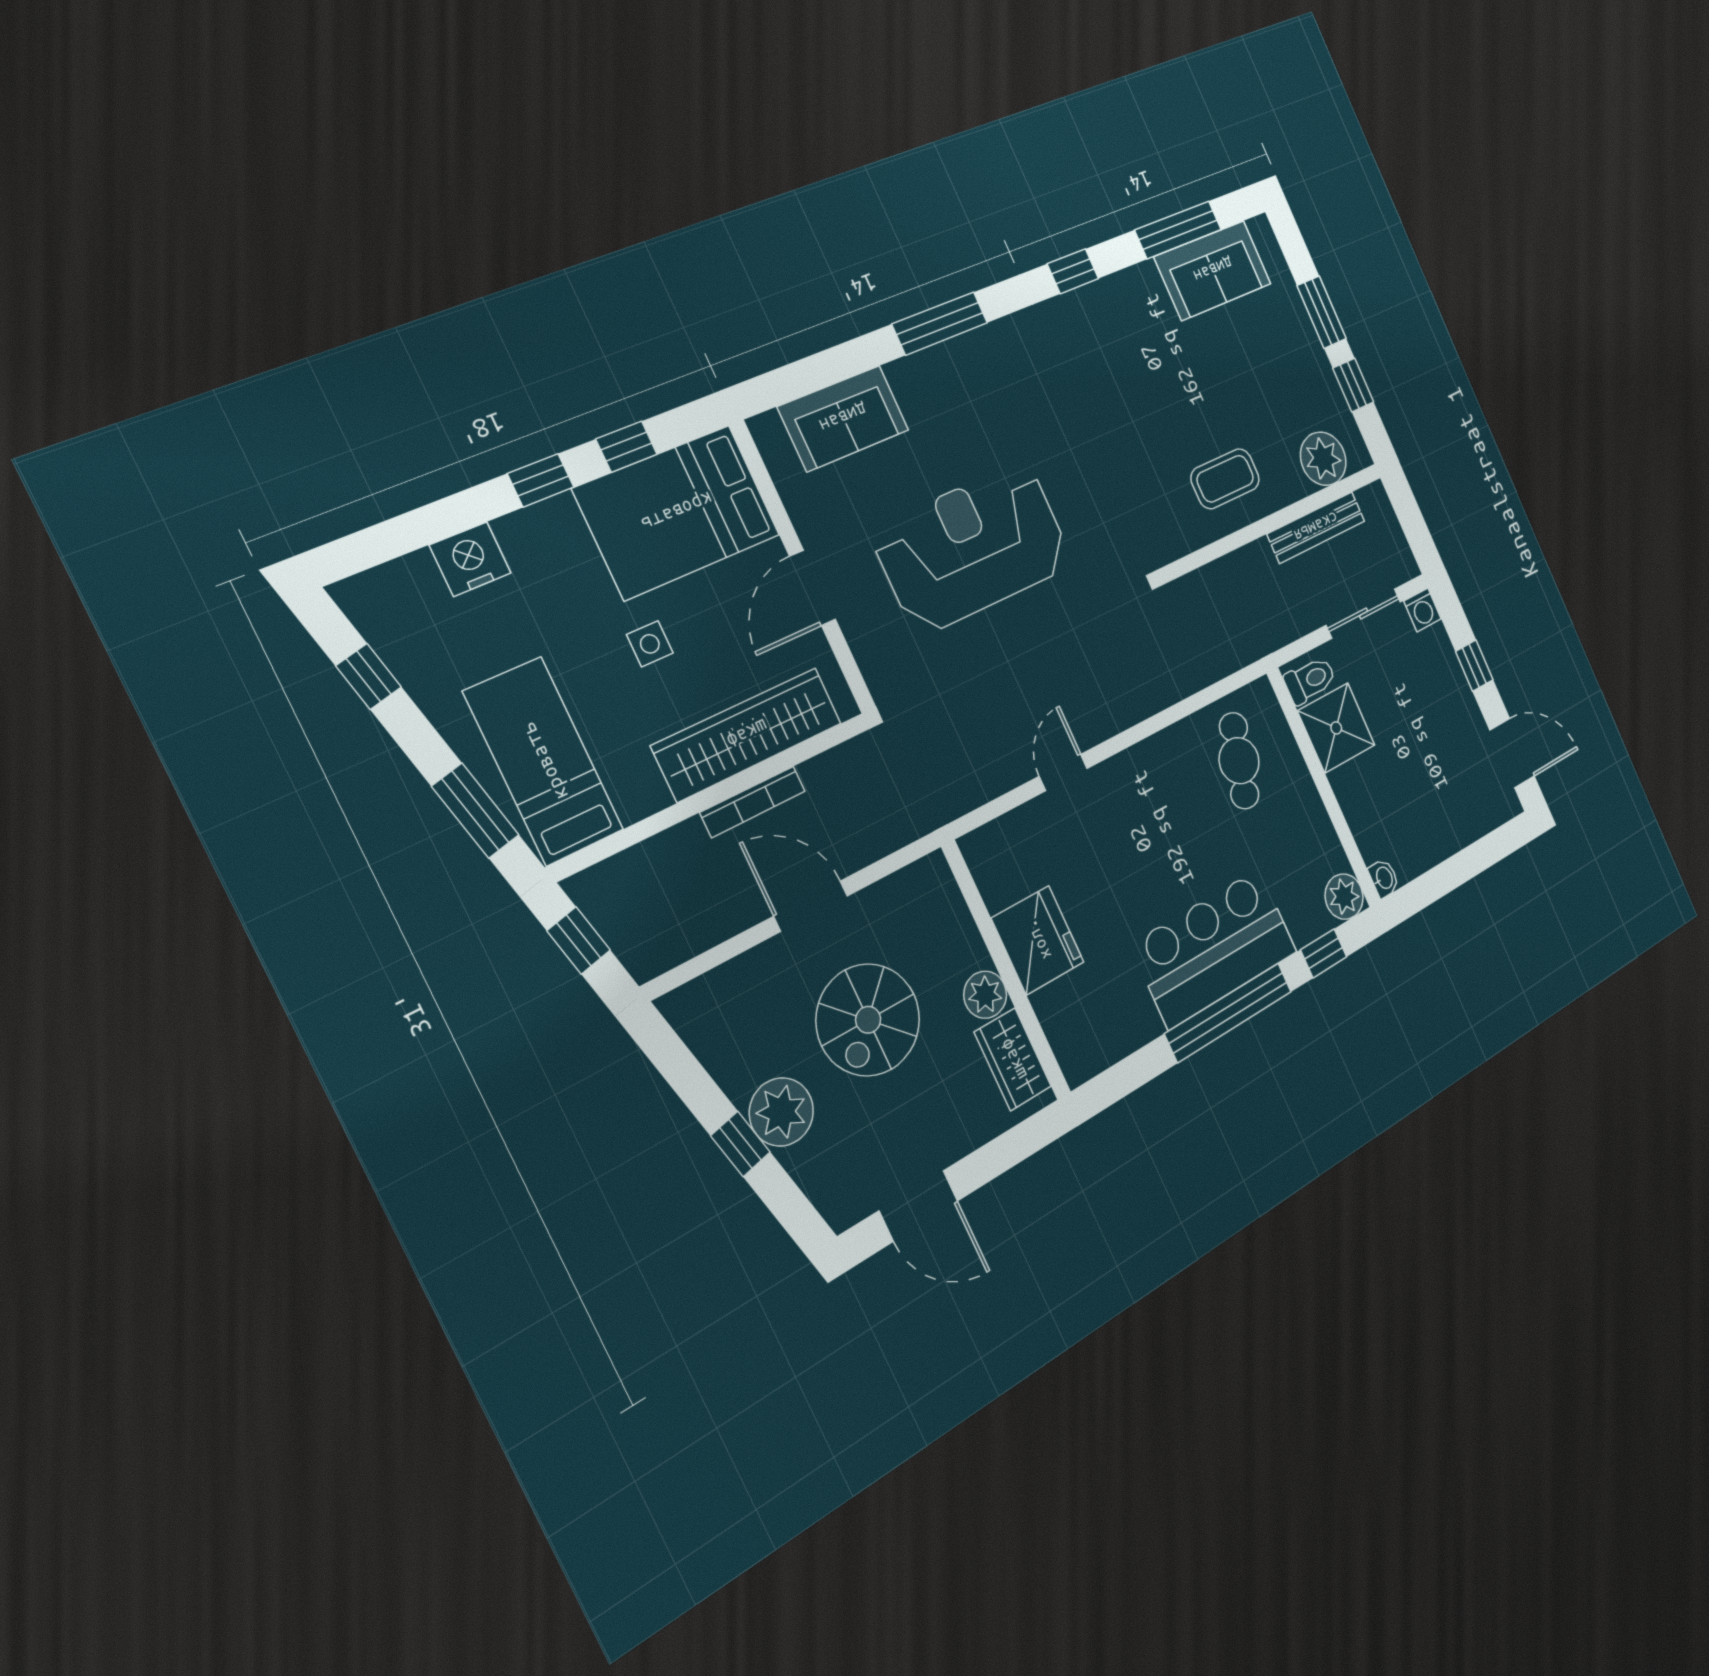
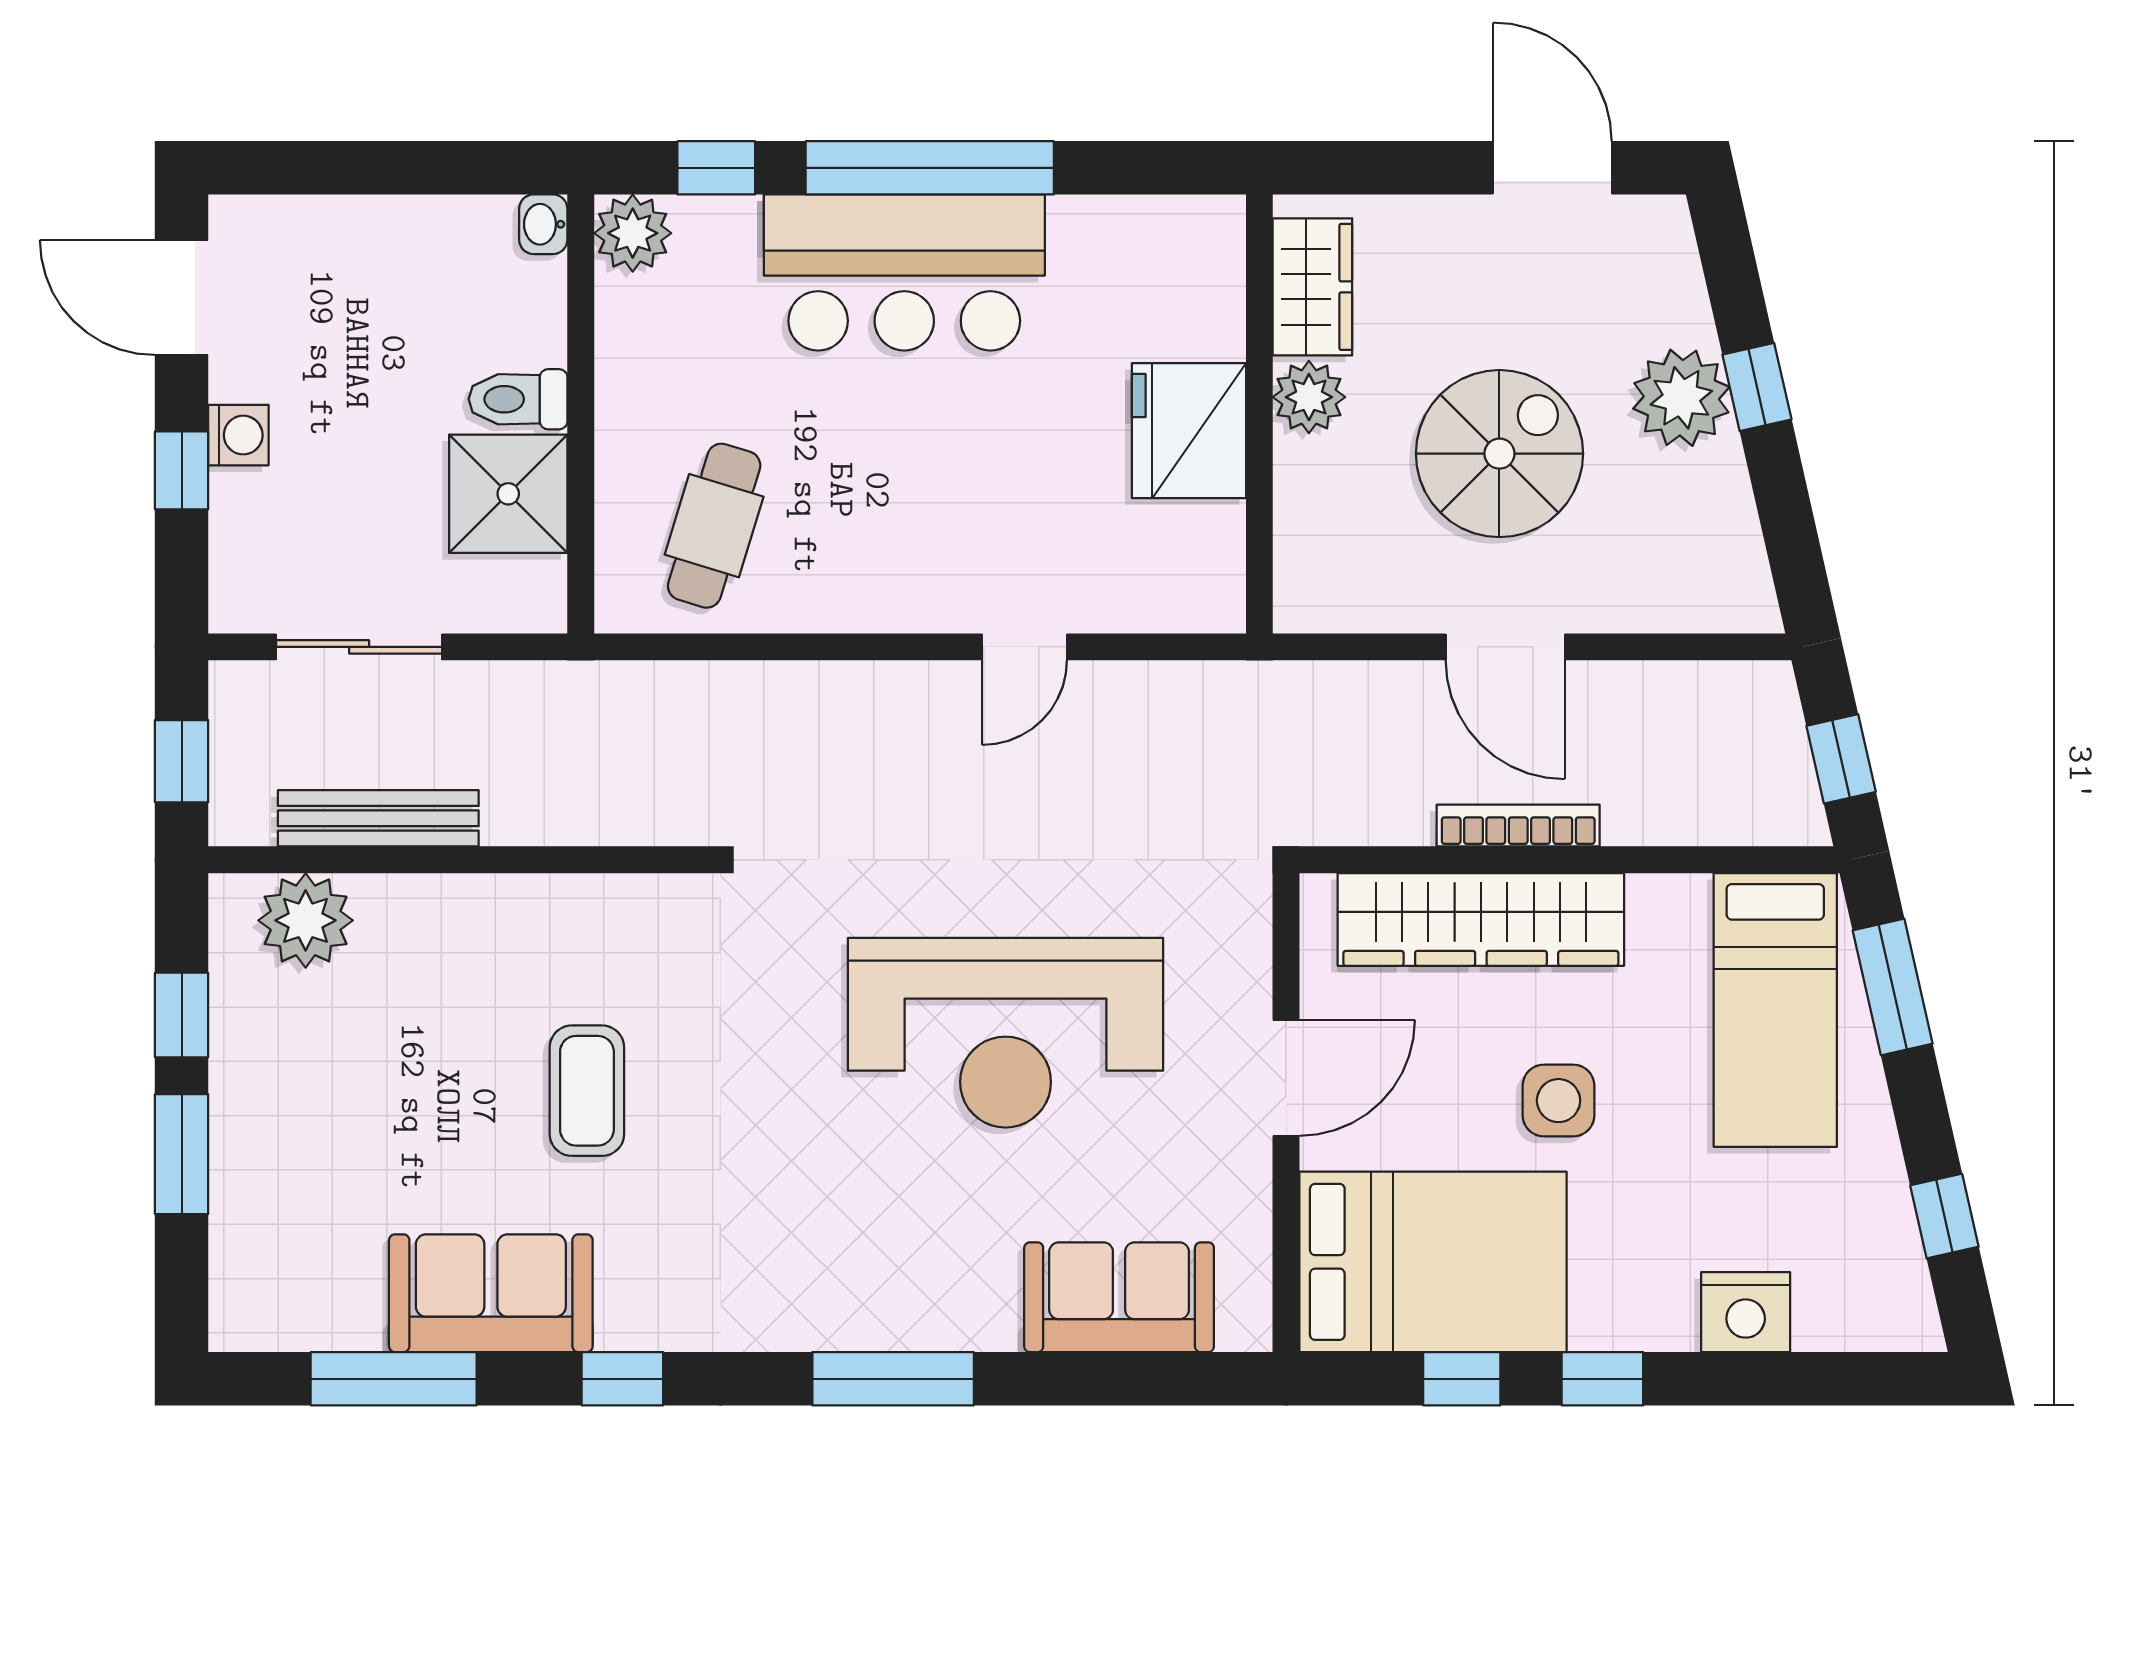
sofa: (1213, 270) -> (491, 1293), moved
coffee table: (1225, 479) -> (587, 1091), moved, turned 90
window: (1410, 517) -> (182, 761), added
washing machine: (1422, 610) -> (238, 435), moved, turned 90
side table: (650, 644) -> (1559, 1101), width x1.37, depth x1.37
toilet: (1310, 680) -> (518, 399), moved

